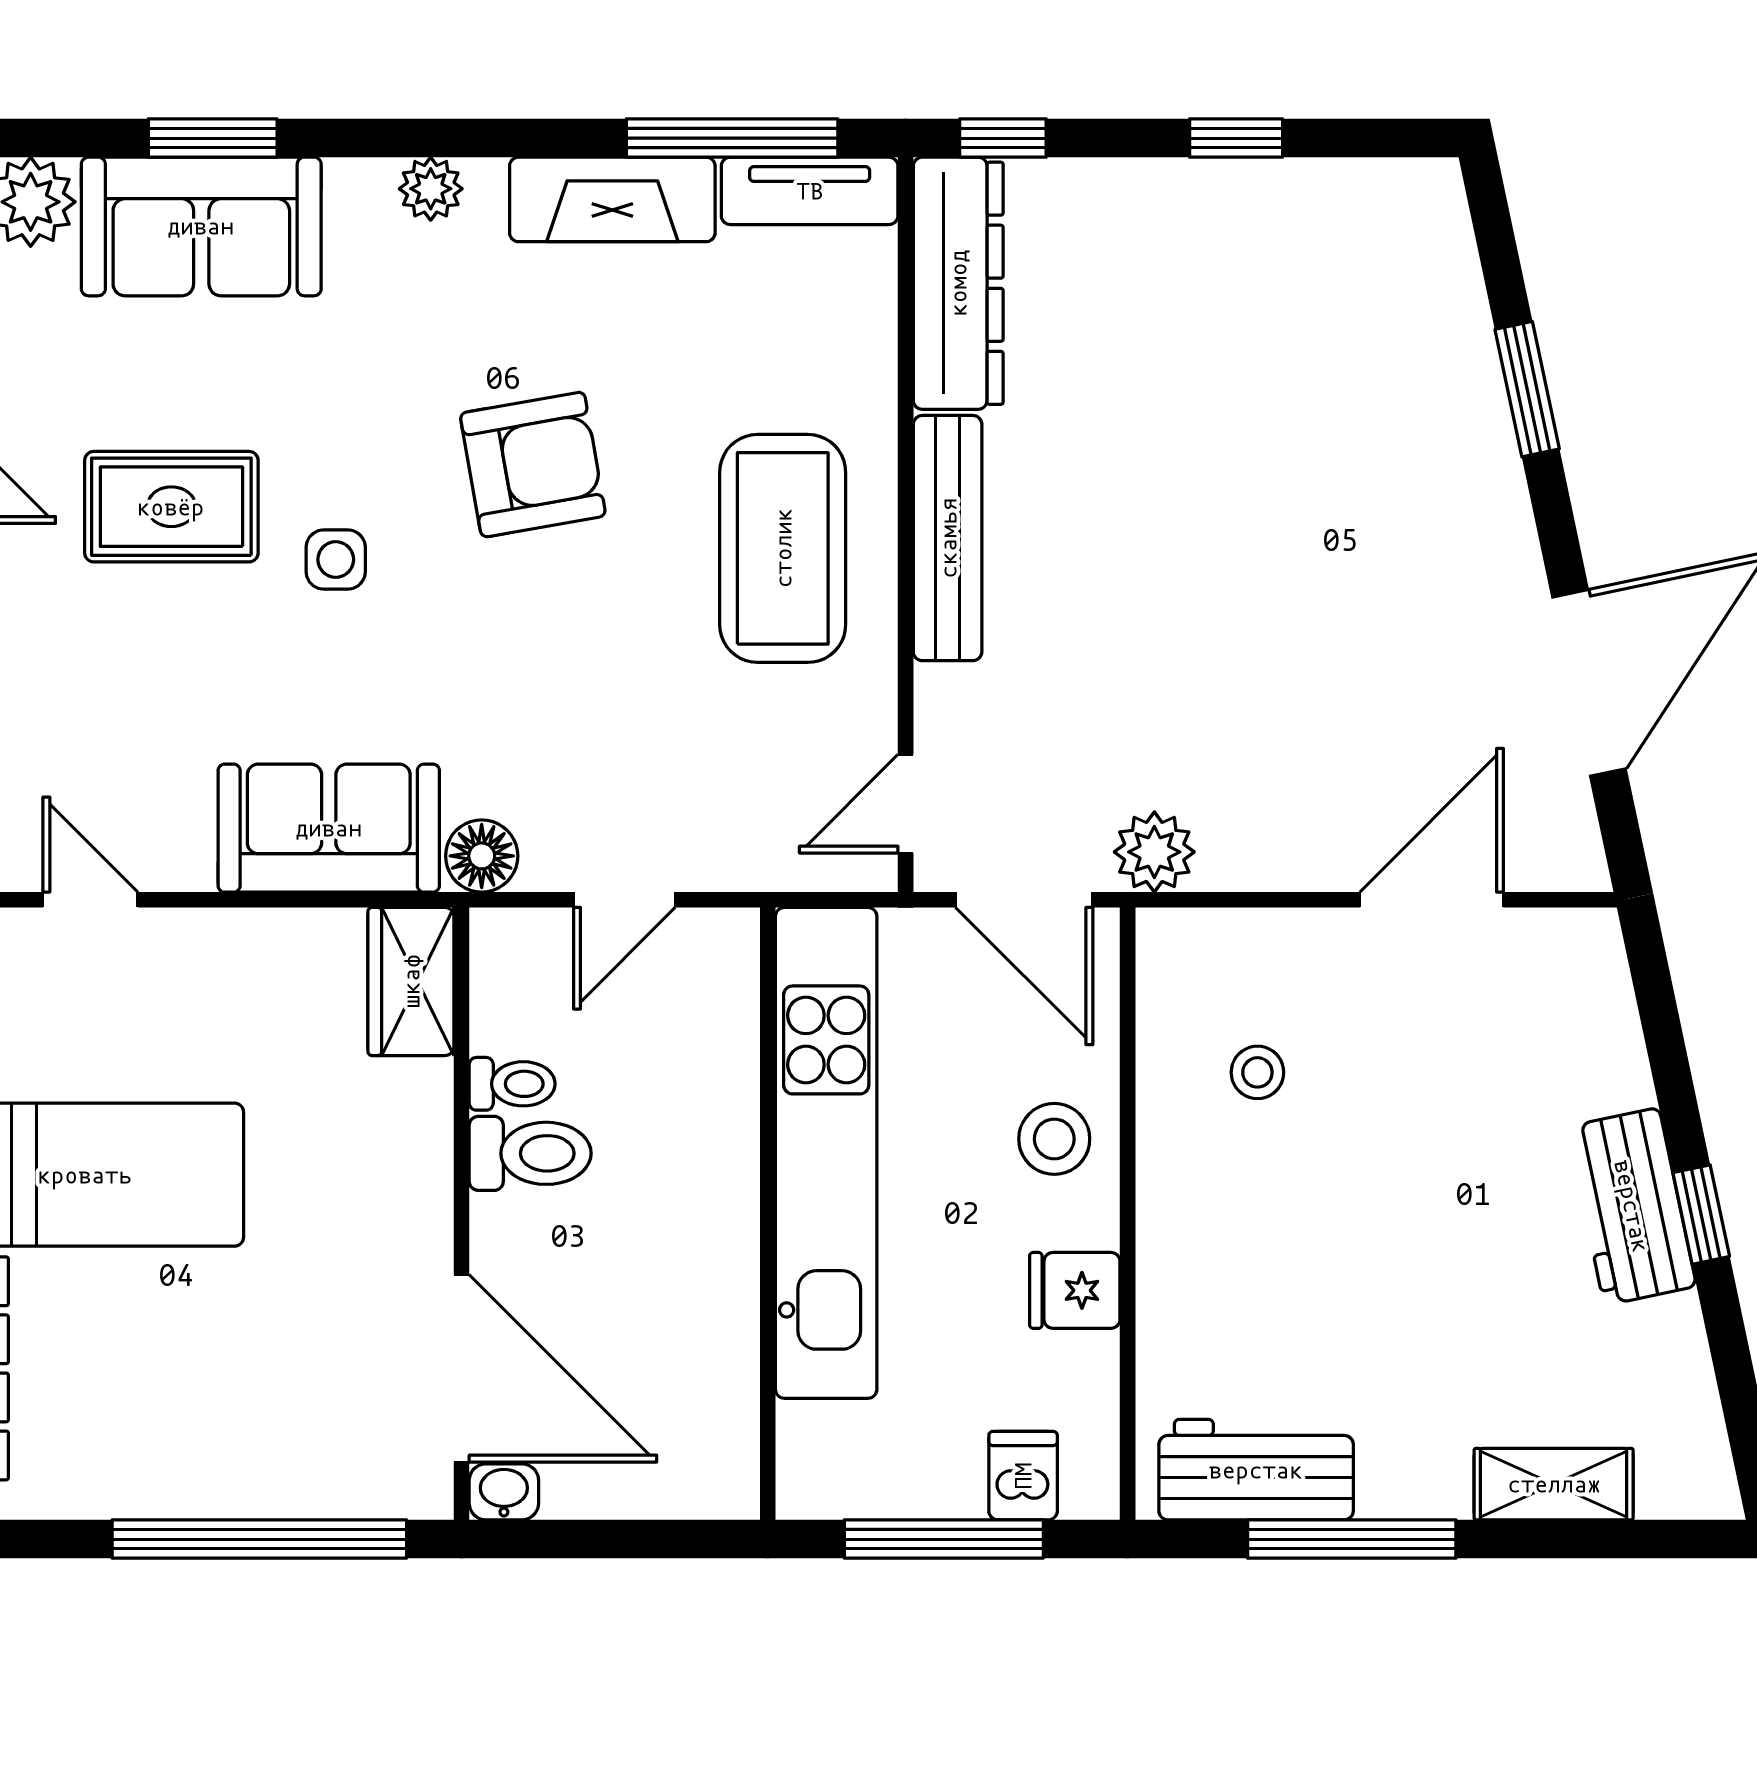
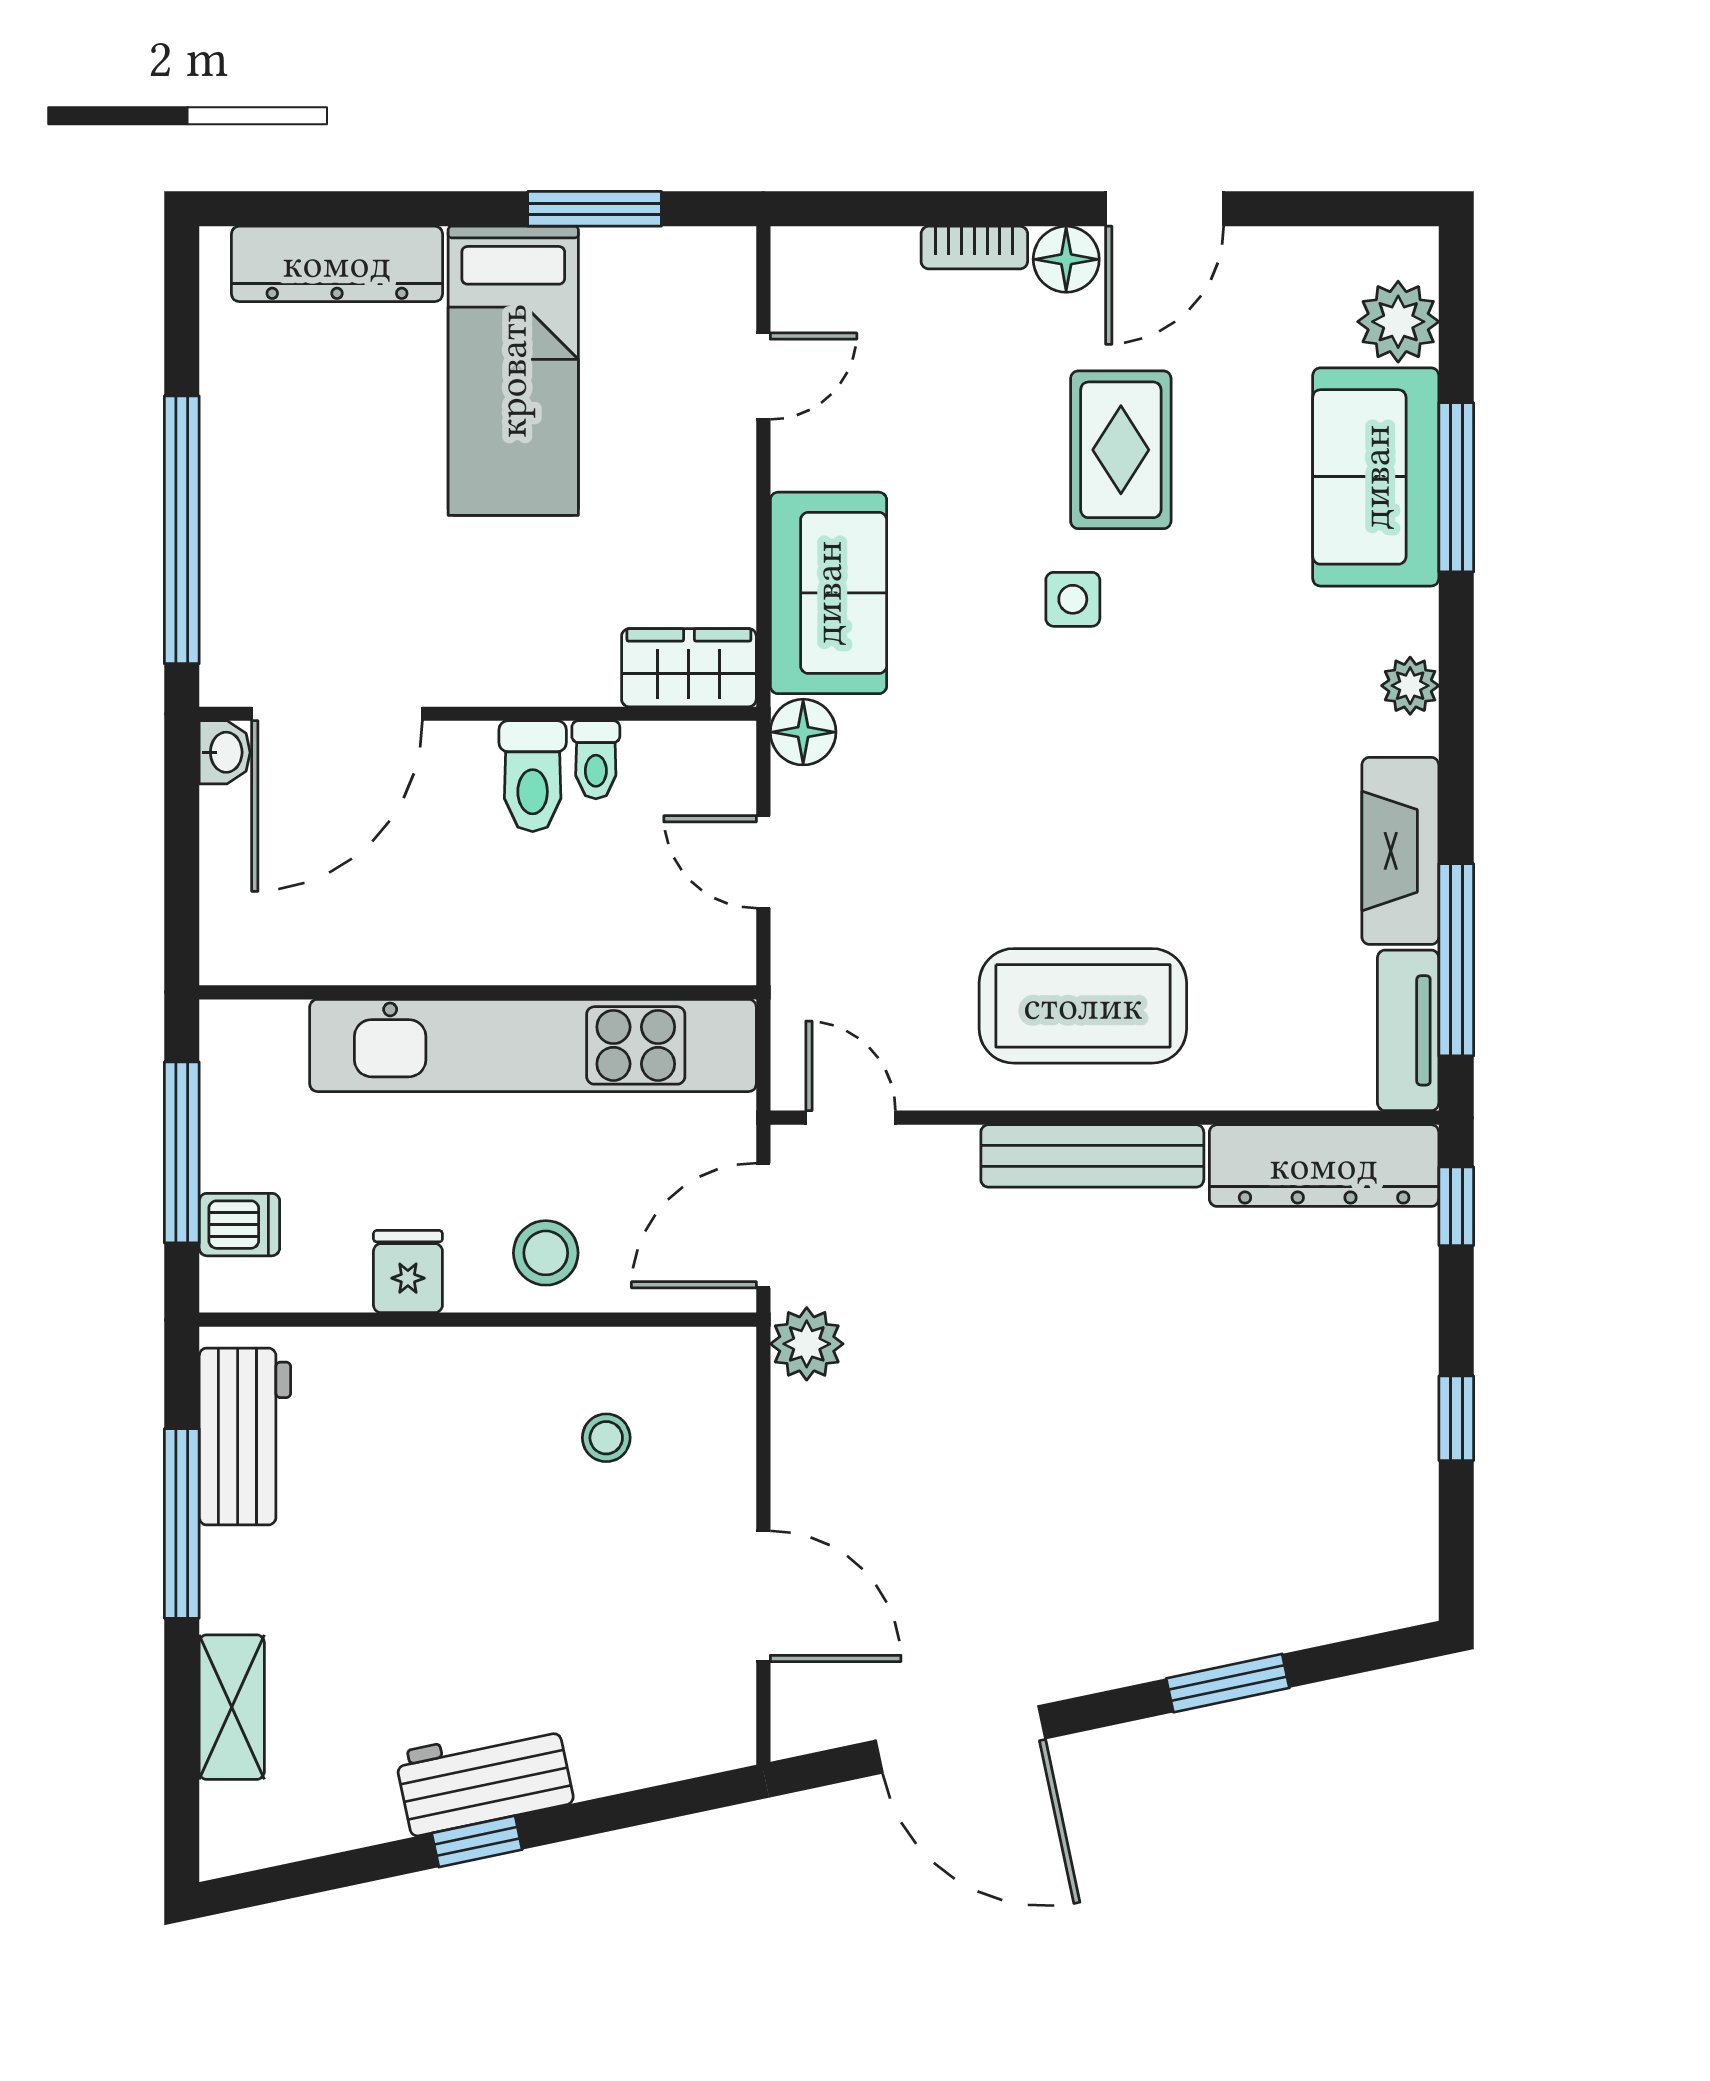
window: (213, 138) -> (1456, 487), width x1.44
armchair: (533, 465) -> (1159, 779), removed

